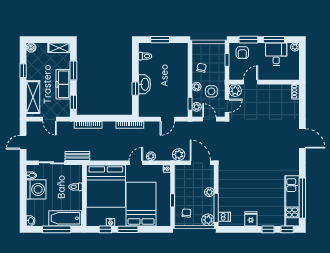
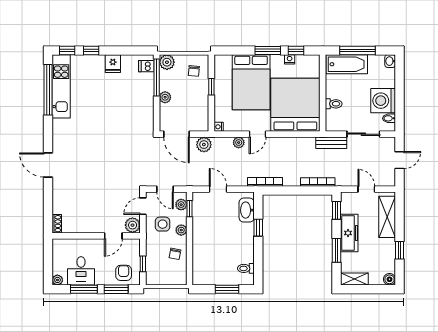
washbasin: (145, 84) -> (247, 210), moved
door: (167, 119) -> (218, 189), hinge flipped

